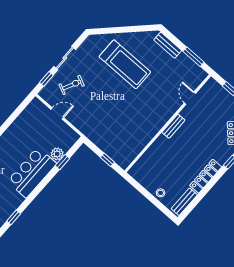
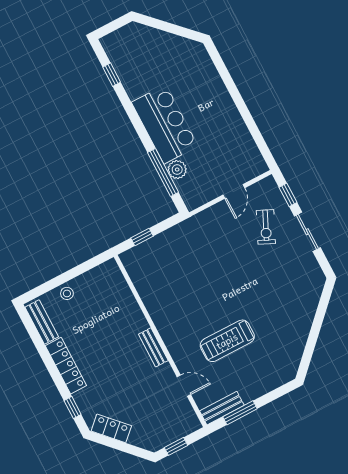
bench: (168, 45) -> (222, 408), moved
treadmill: (125, 64) -> (227, 341), moved, width x0.73, depth x0.73
window: (62, 162) -> (163, 172), width x2.17

